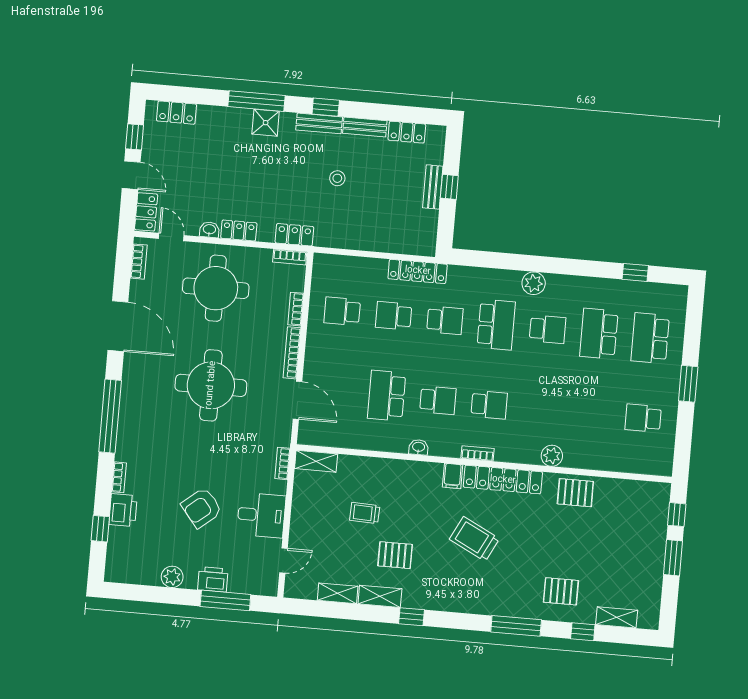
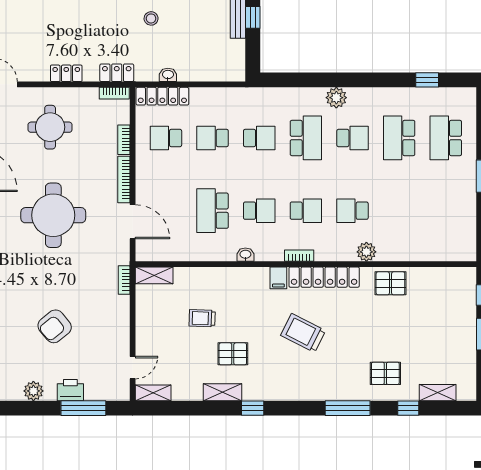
washbasin: (209, 230) -> (168, 75), moved
locker: (418, 271) -> (162, 96), moved
round table: (216, 288) -> (50, 127), width x0.73, depth x0.73
school desk: (643, 418) -> (353, 211), moved
desk: (261, 515) -> (109, 328), removed
shelving: (338, 593) -> (153, 393), moved

